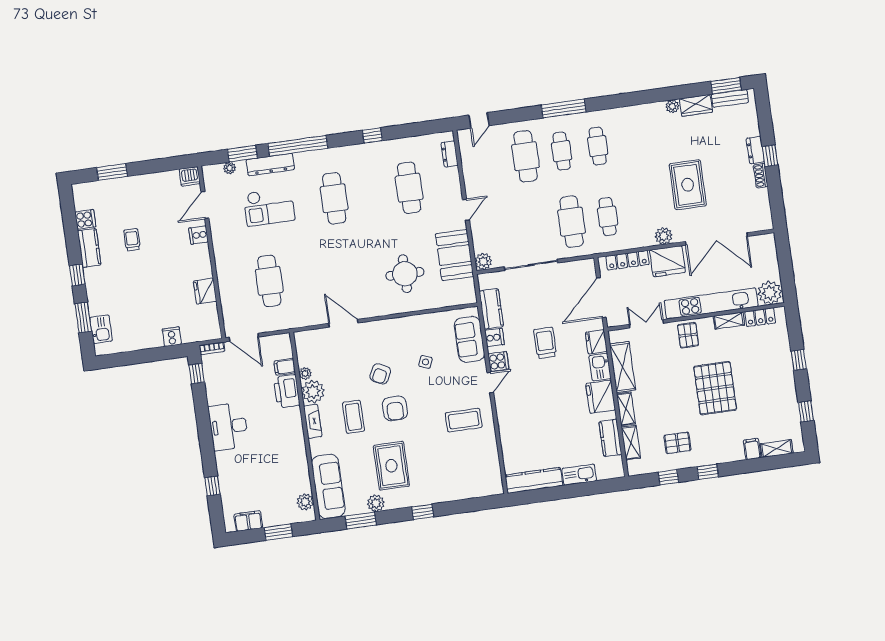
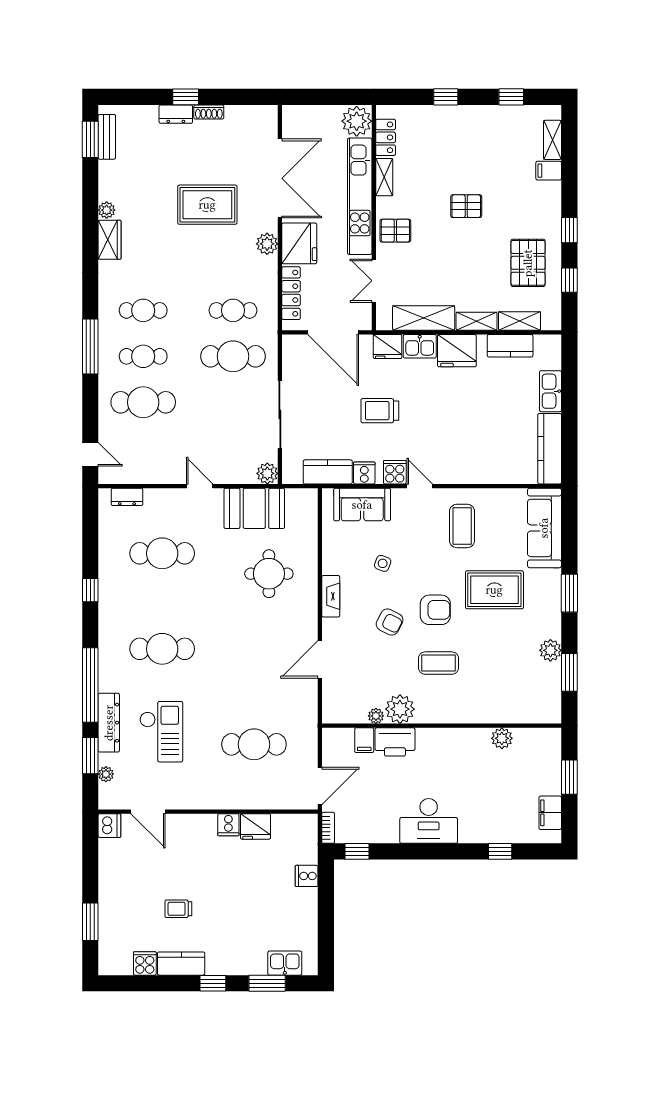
wardrobe: (696, 105) -> (110, 240), moved
cooker: (199, 235) -> (228, 825), moved
pallet: (715, 388) -> (466, 206), width x0.49, depth x0.50
fireplace: (313, 421) -> (331, 596), moved, turned 90
pallet: (677, 443) -> (528, 263), width x1.50, depth x1.42
rug: (391, 466) -> (494, 590), moved
sofa: (328, 486) -> (544, 528), moved, turned -90
plant: (305, 502) -> (502, 738), moved
window: (423, 512) -> (569, 593), width x1.50

